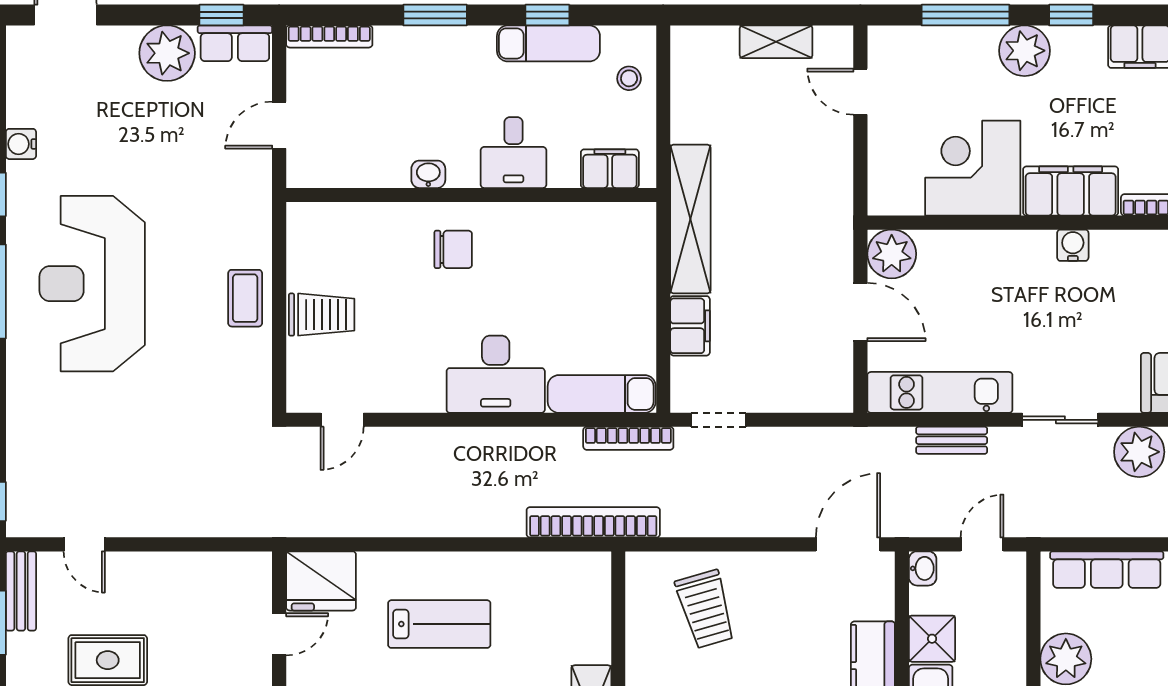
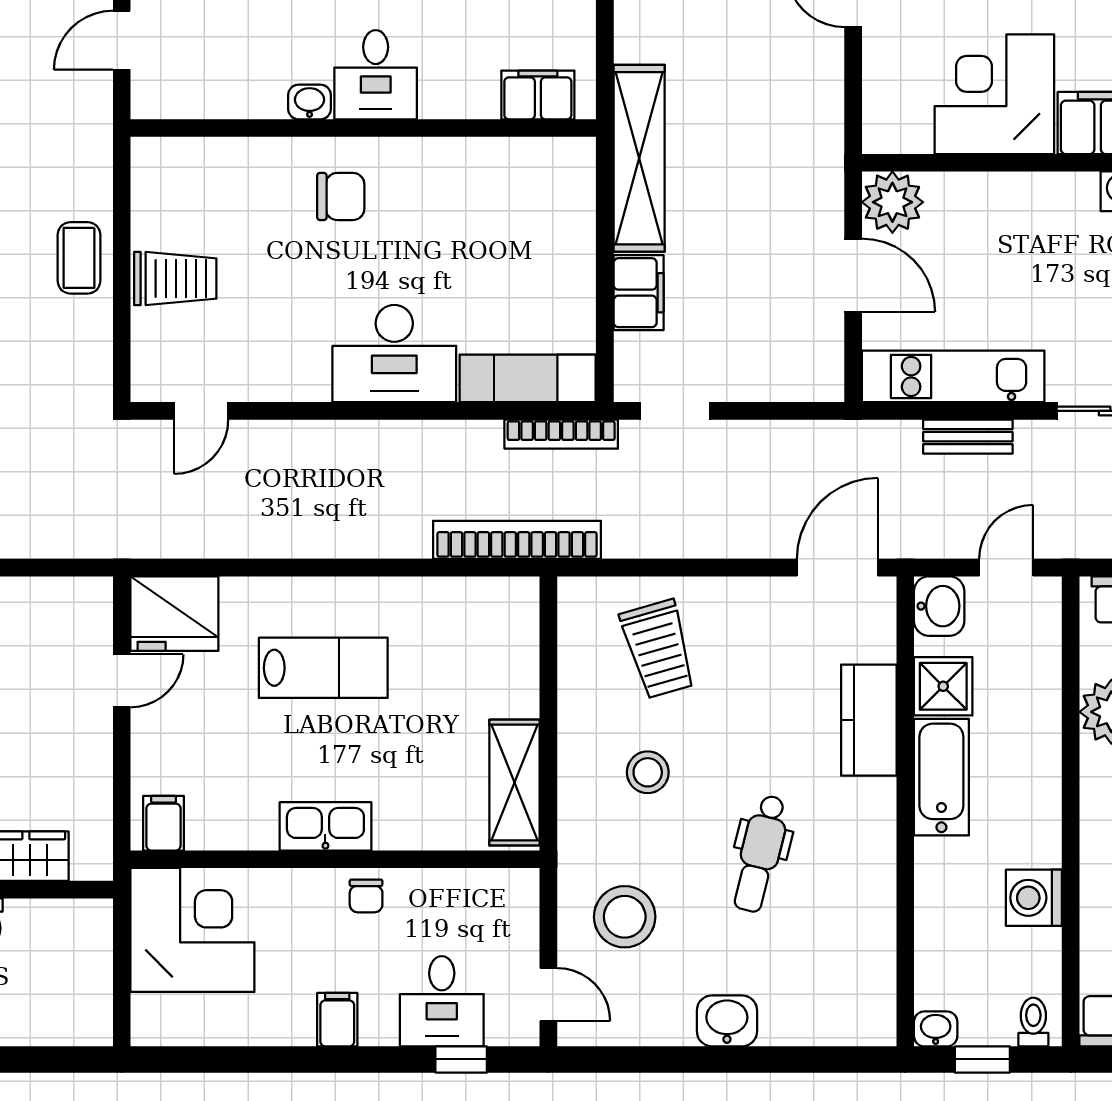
desk: (513, 153) -> (376, 75), moved
washbasin: (923, 568) -> (939, 606), width x1.38, depth x1.45

